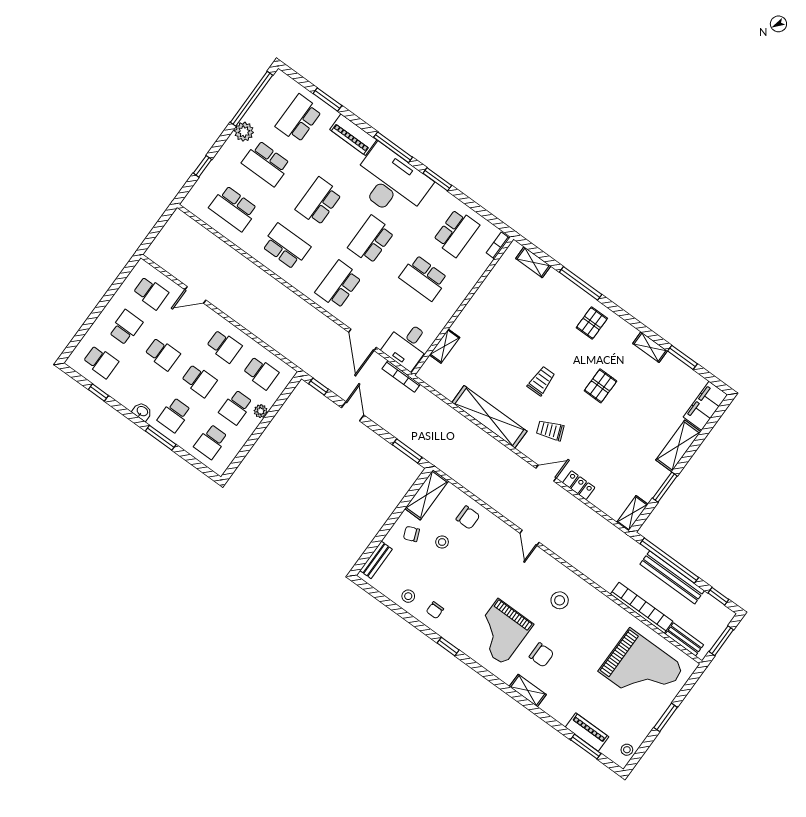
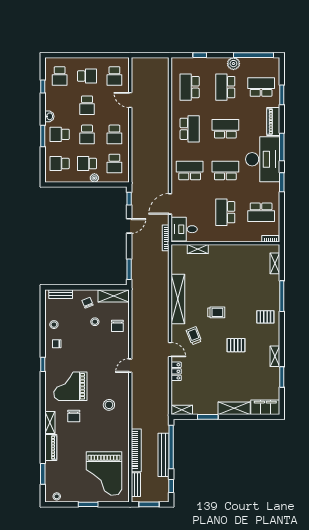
piano: (587, 732) -> (51, 447), moved

